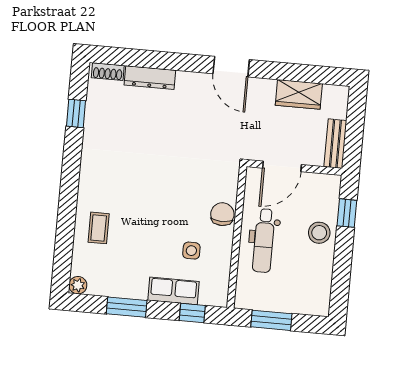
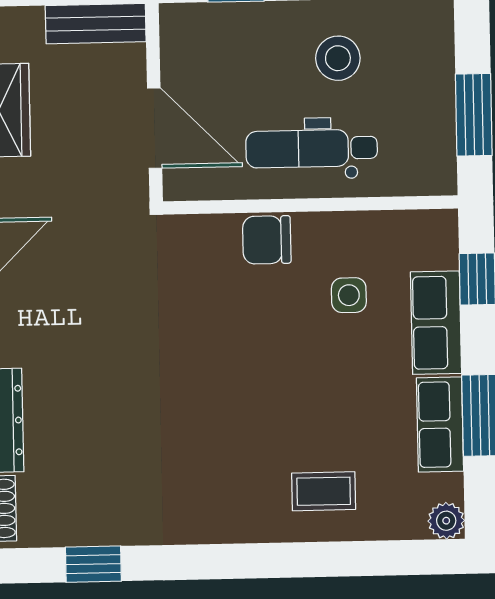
stool: (319, 233) -> (338, 58), moved
dental chair: (264, 241) -> (312, 149), turned 180
row of seats: (124, 287) -> (440, 425), added

